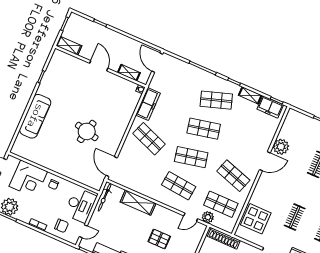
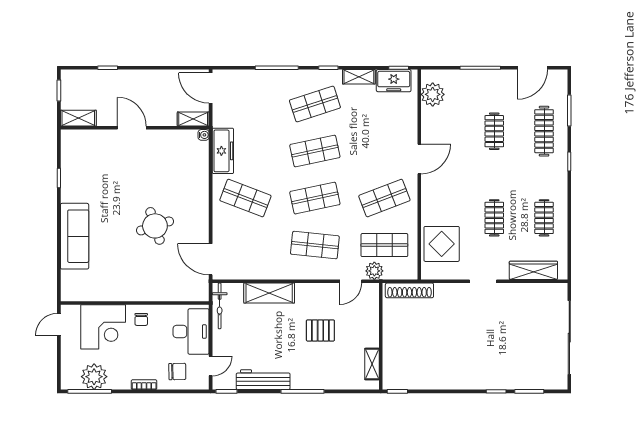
shelving: (129, 73) -> (193, 119), moved
round table: (87, 131) -> (155, 226), turned -31
plant: (281, 147) -> (433, 94), moved
shop shelf: (233, 176) -> (384, 198), turned -39

